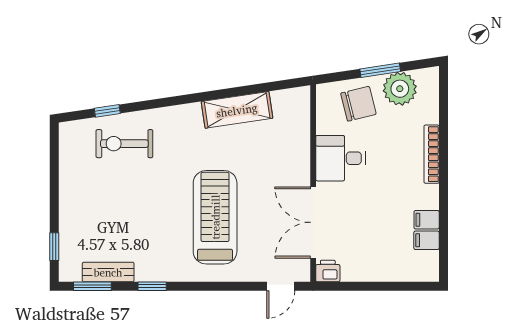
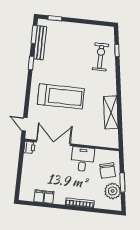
bench: (108, 272) -> (40, 43), width x1.36

